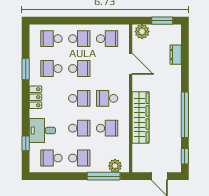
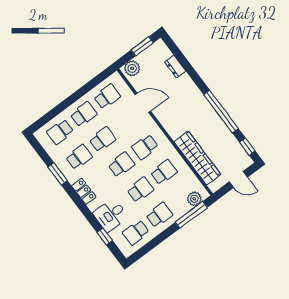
school desk: (51, 69) -> (79, 157), turned 180
wardrobe: (141, 118) -> (197, 158), moved

